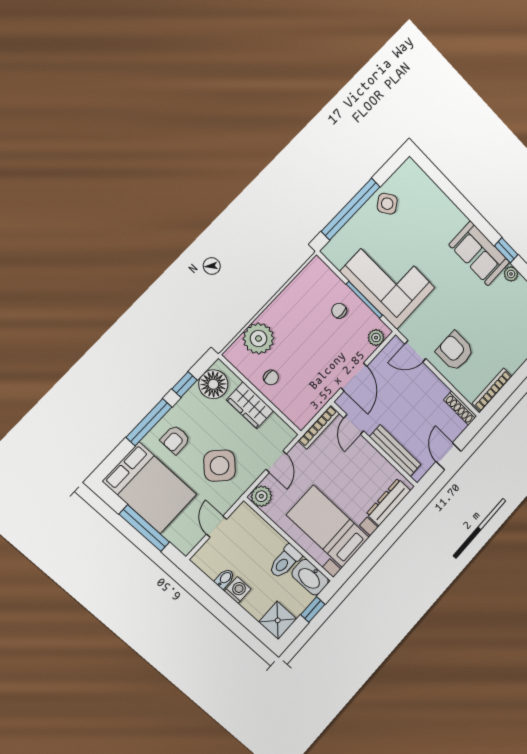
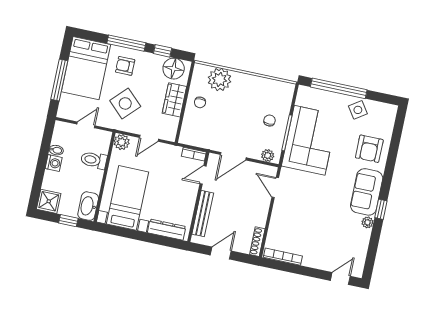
armchair: (455, 351) -> (369, 149), moved, turned 180
bookcase: (319, 427) -> (194, 154), width x0.64
toilet: (285, 561) -> (94, 160), moved

